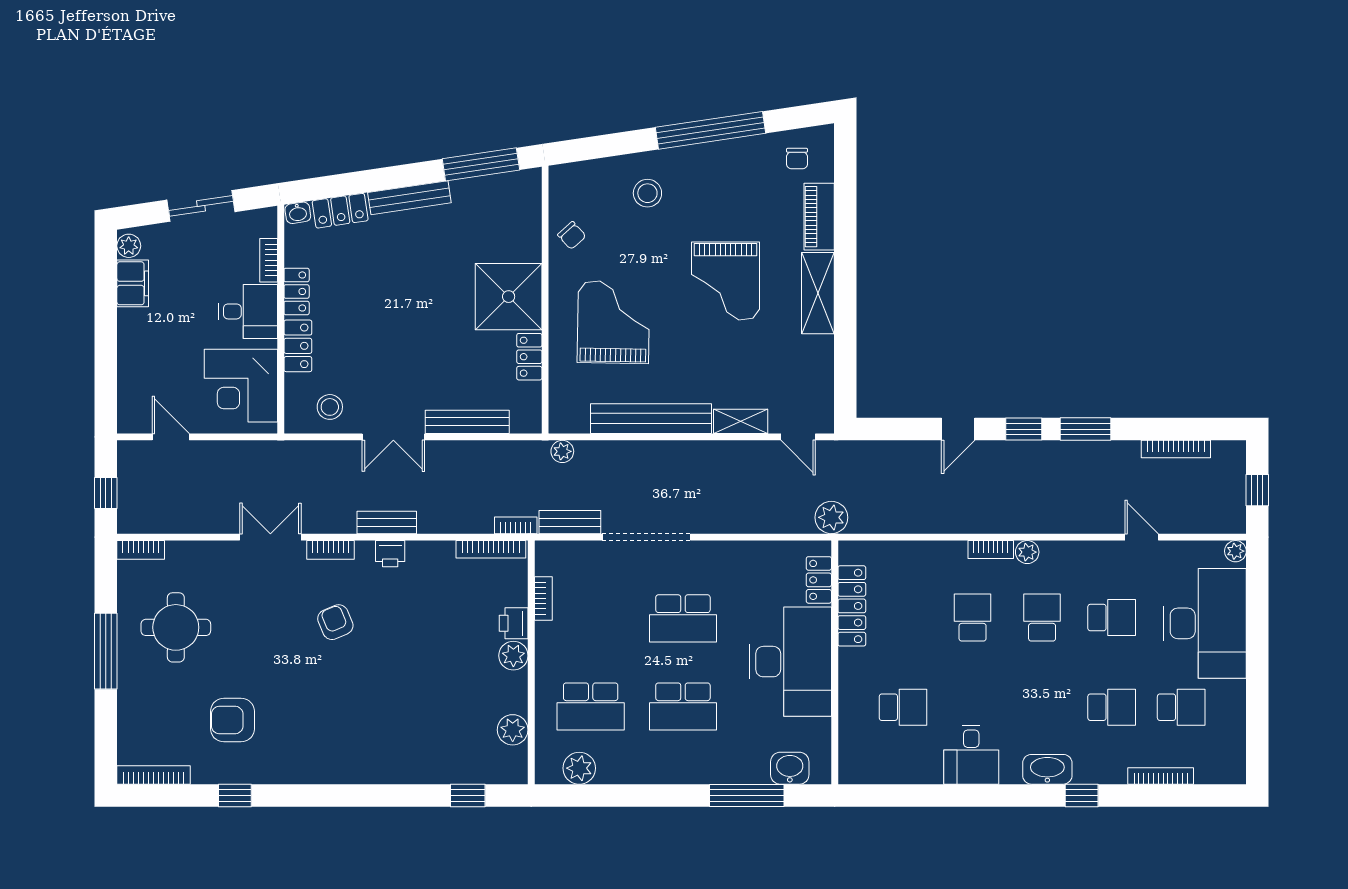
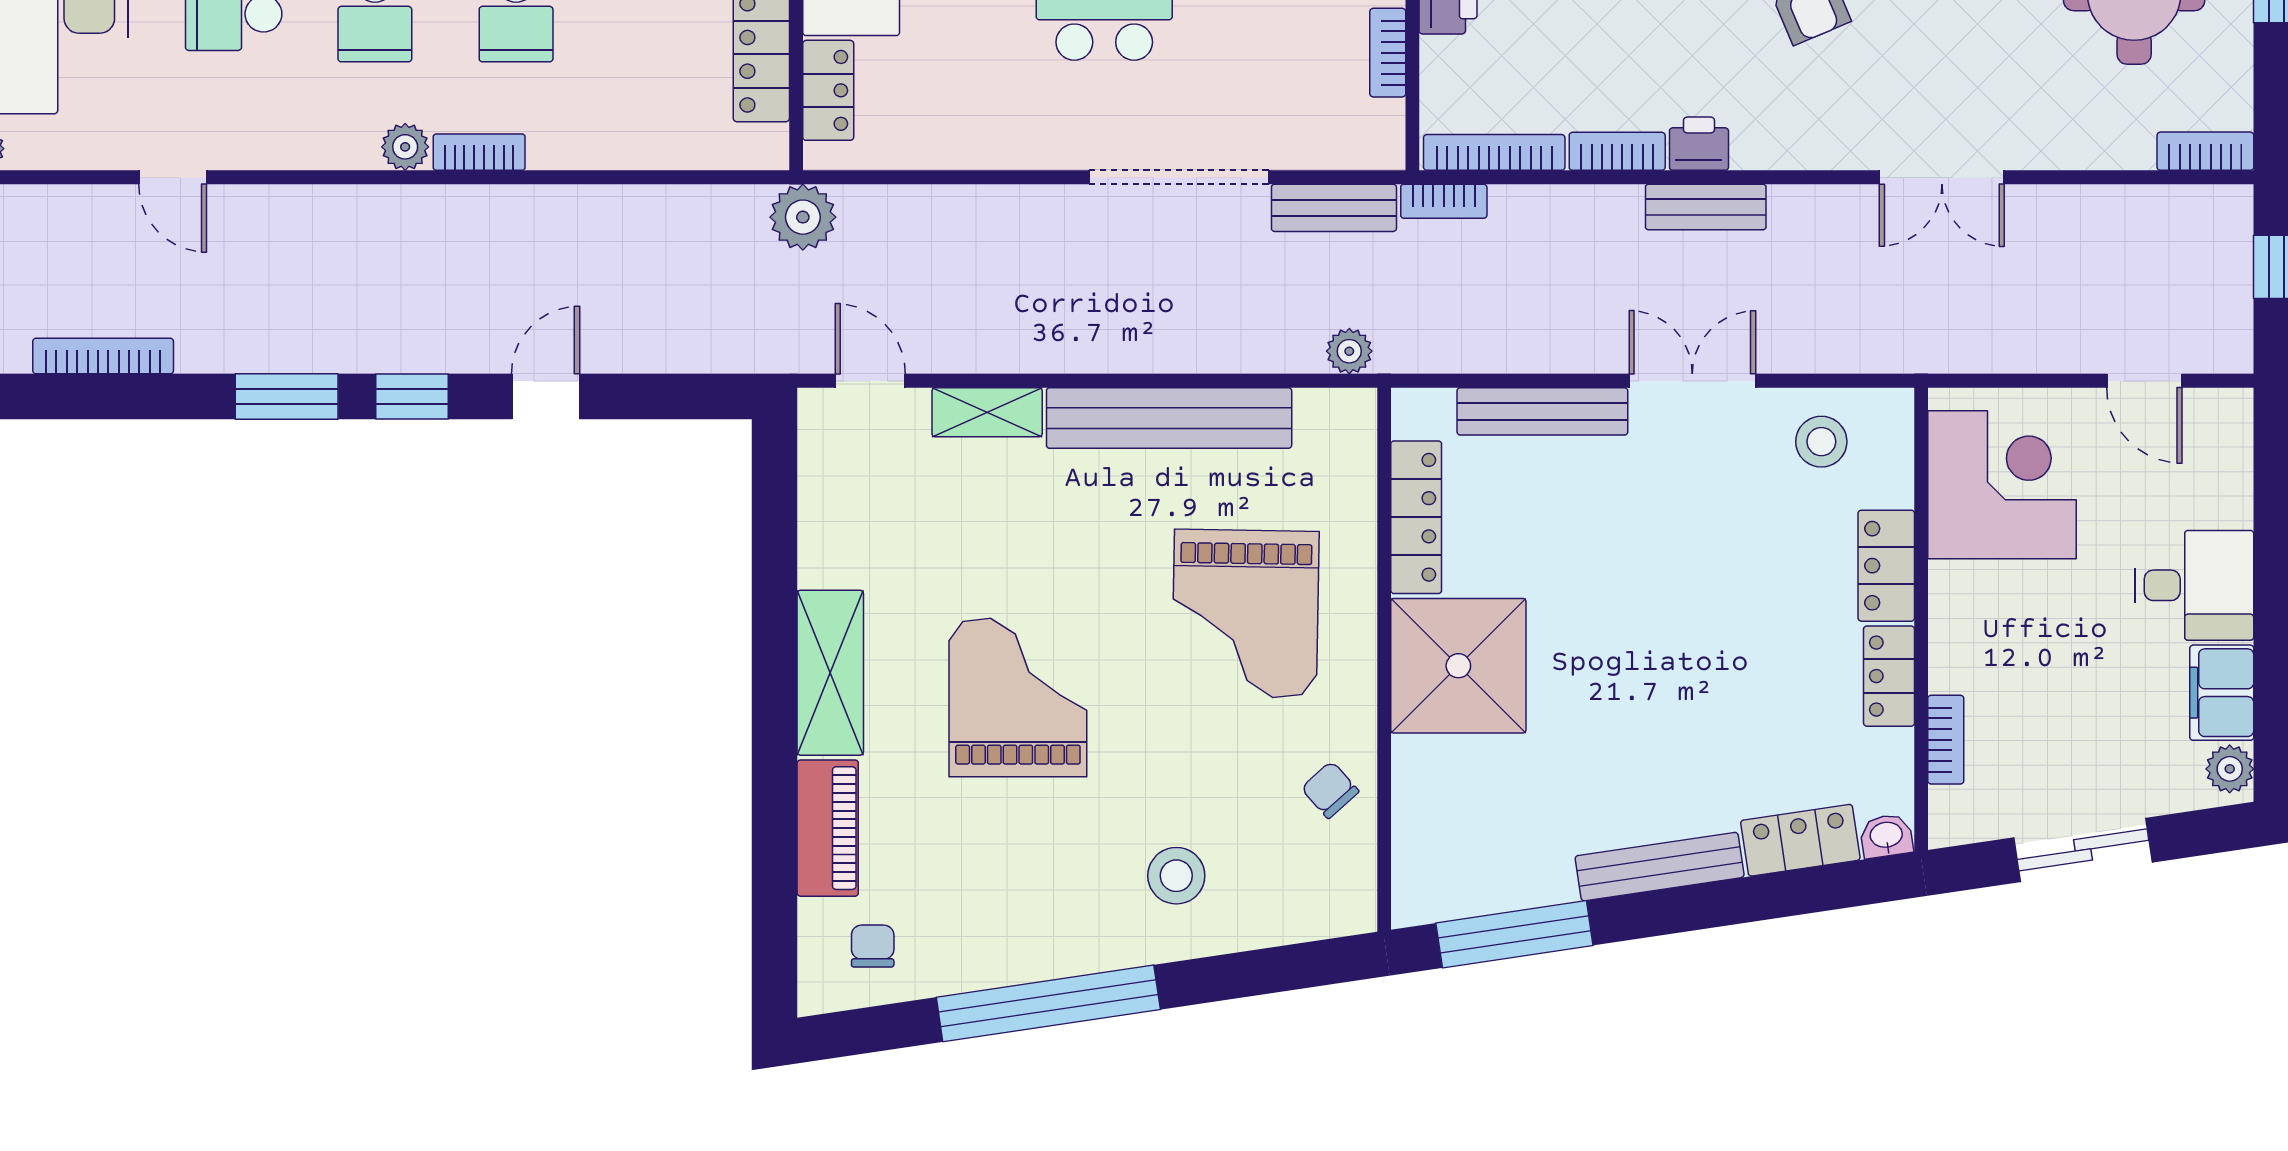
desk: (248, 311) -> (2194, 585), moved, turned 180
locker: (529, 357) -> (1416, 517), width x1.53
bookcase: (331, 550) -> (1617, 151), moved

